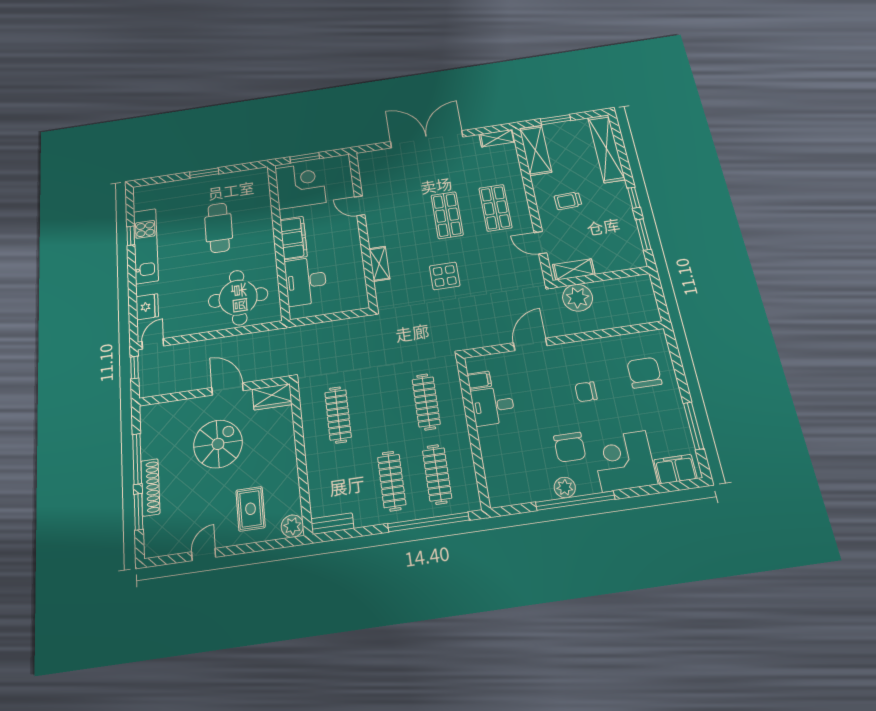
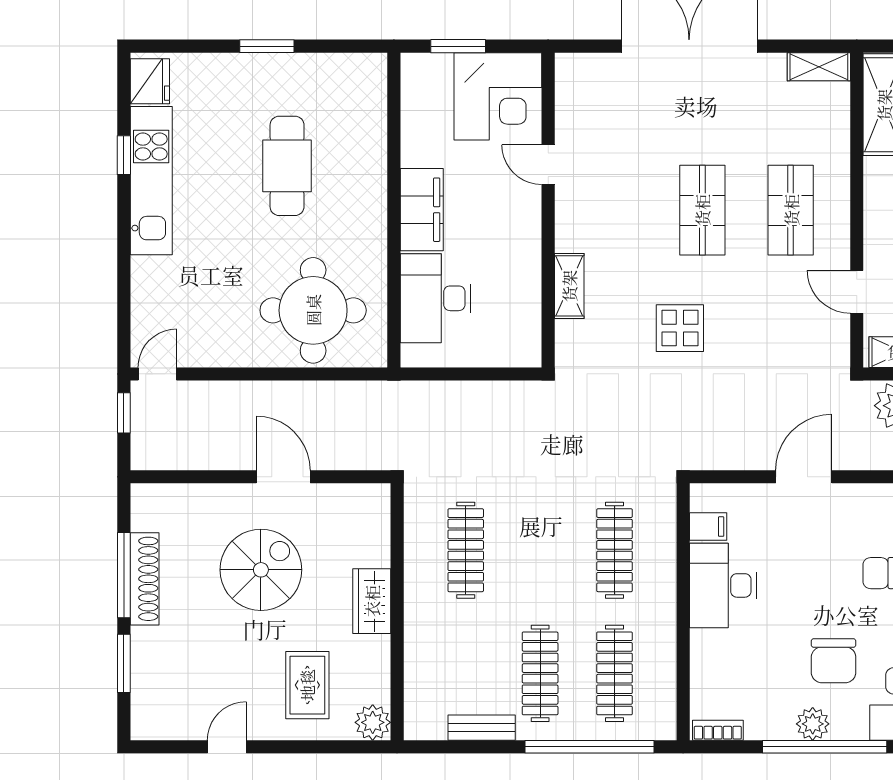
corner desk: (300, 185) -> (498, 96), moved, turned 90
fridge: (147, 307) -> (150, 81), moved
wardrobe: (272, 397) -> (372, 601), moved, turned 90
desk: (493, 406) -> (723, 585), width x1.37
shoe rack: (150, 487) -> (145, 579), moved
bookcase: (506, 500) -> (718, 730), added
bench: (332, 524) -> (482, 728), moved

